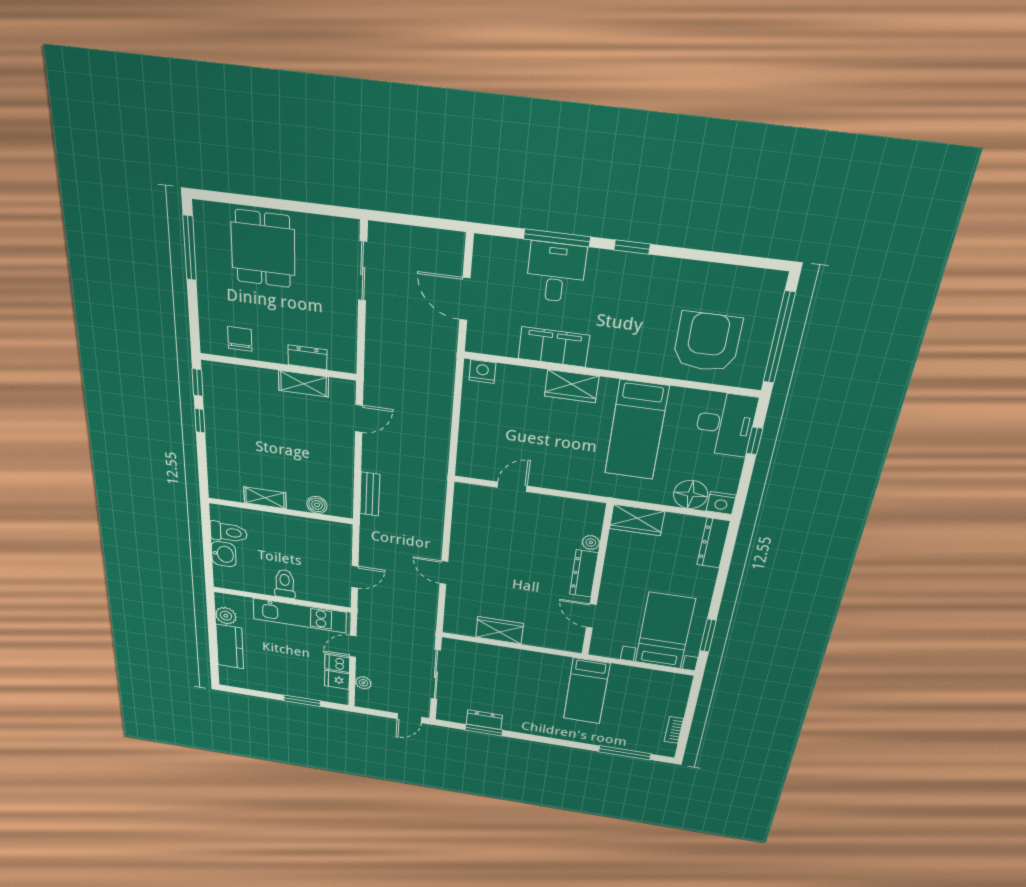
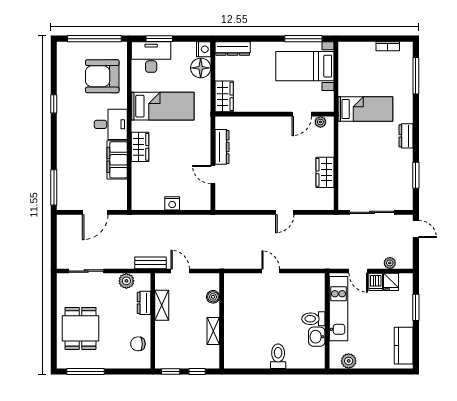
window: (557, 238) -> (54, 187), moved
window: (632, 247) -> (54, 104), moved
dining table: (263, 249) -> (81, 328), turned 90
desk: (556, 272) -> (111, 124), moved, turned 180
plant: (344, 335) -> (126, 281), added
nightstand: (482, 371) -> (172, 203), moved, turned -90
window: (754, 441) -> (159, 39), width x1.50
bench: (370, 494) -> (150, 263), moved
shelving: (265, 498) -> (213, 331), moved
boiler: (317, 505) -> (213, 297), moved
wall: (280, 511) -> (222, 321), moved
plant: (591, 542) -> (320, 122), moved
washbasin: (224, 554) -> (317, 337), moved, turned -90
dresser: (584, 574) -> (222, 147), moved, turned -90
door: (355, 577) -> (271, 271), moved
window: (708, 636) -> (303, 39), width x1.44
kitchen counter: (230, 647) -> (404, 346), moved, turned -90
dresser: (484, 720) -> (406, 136), moved

